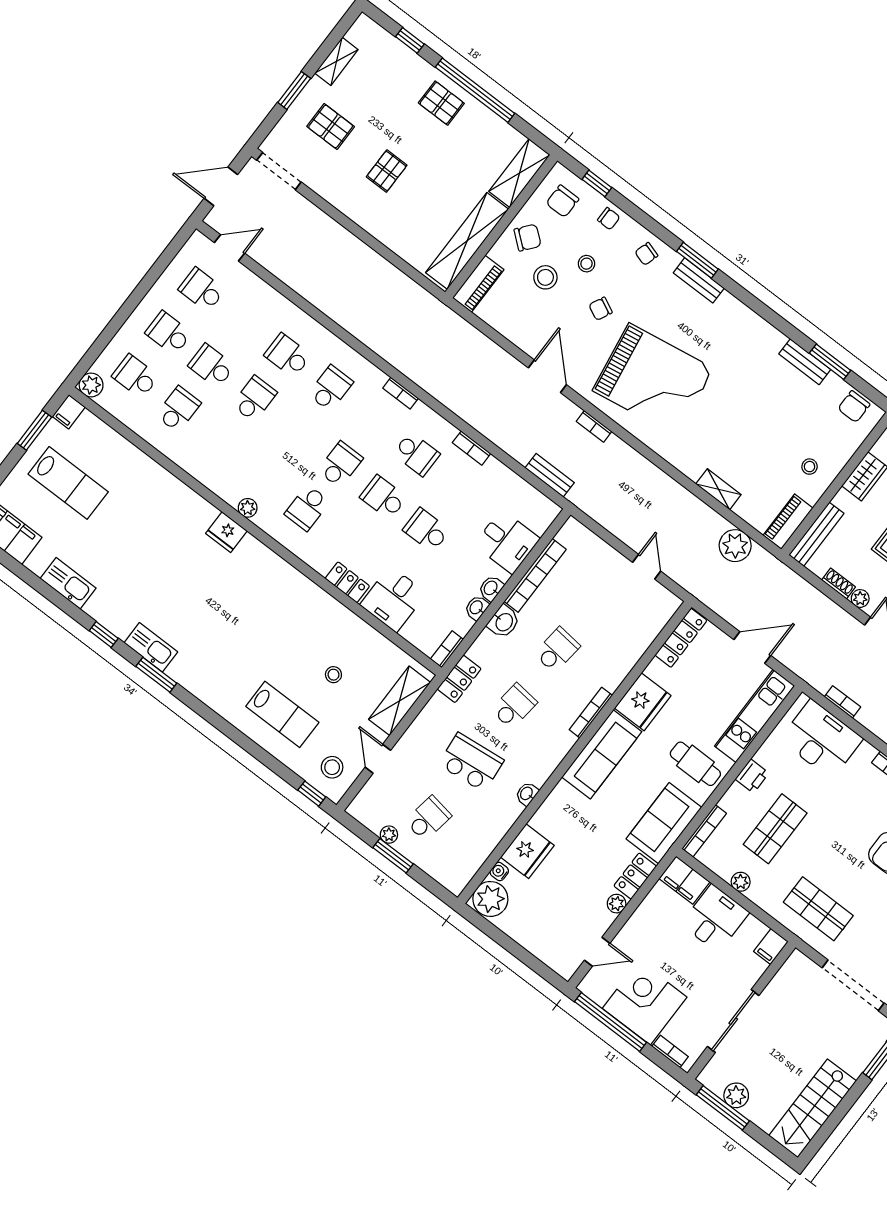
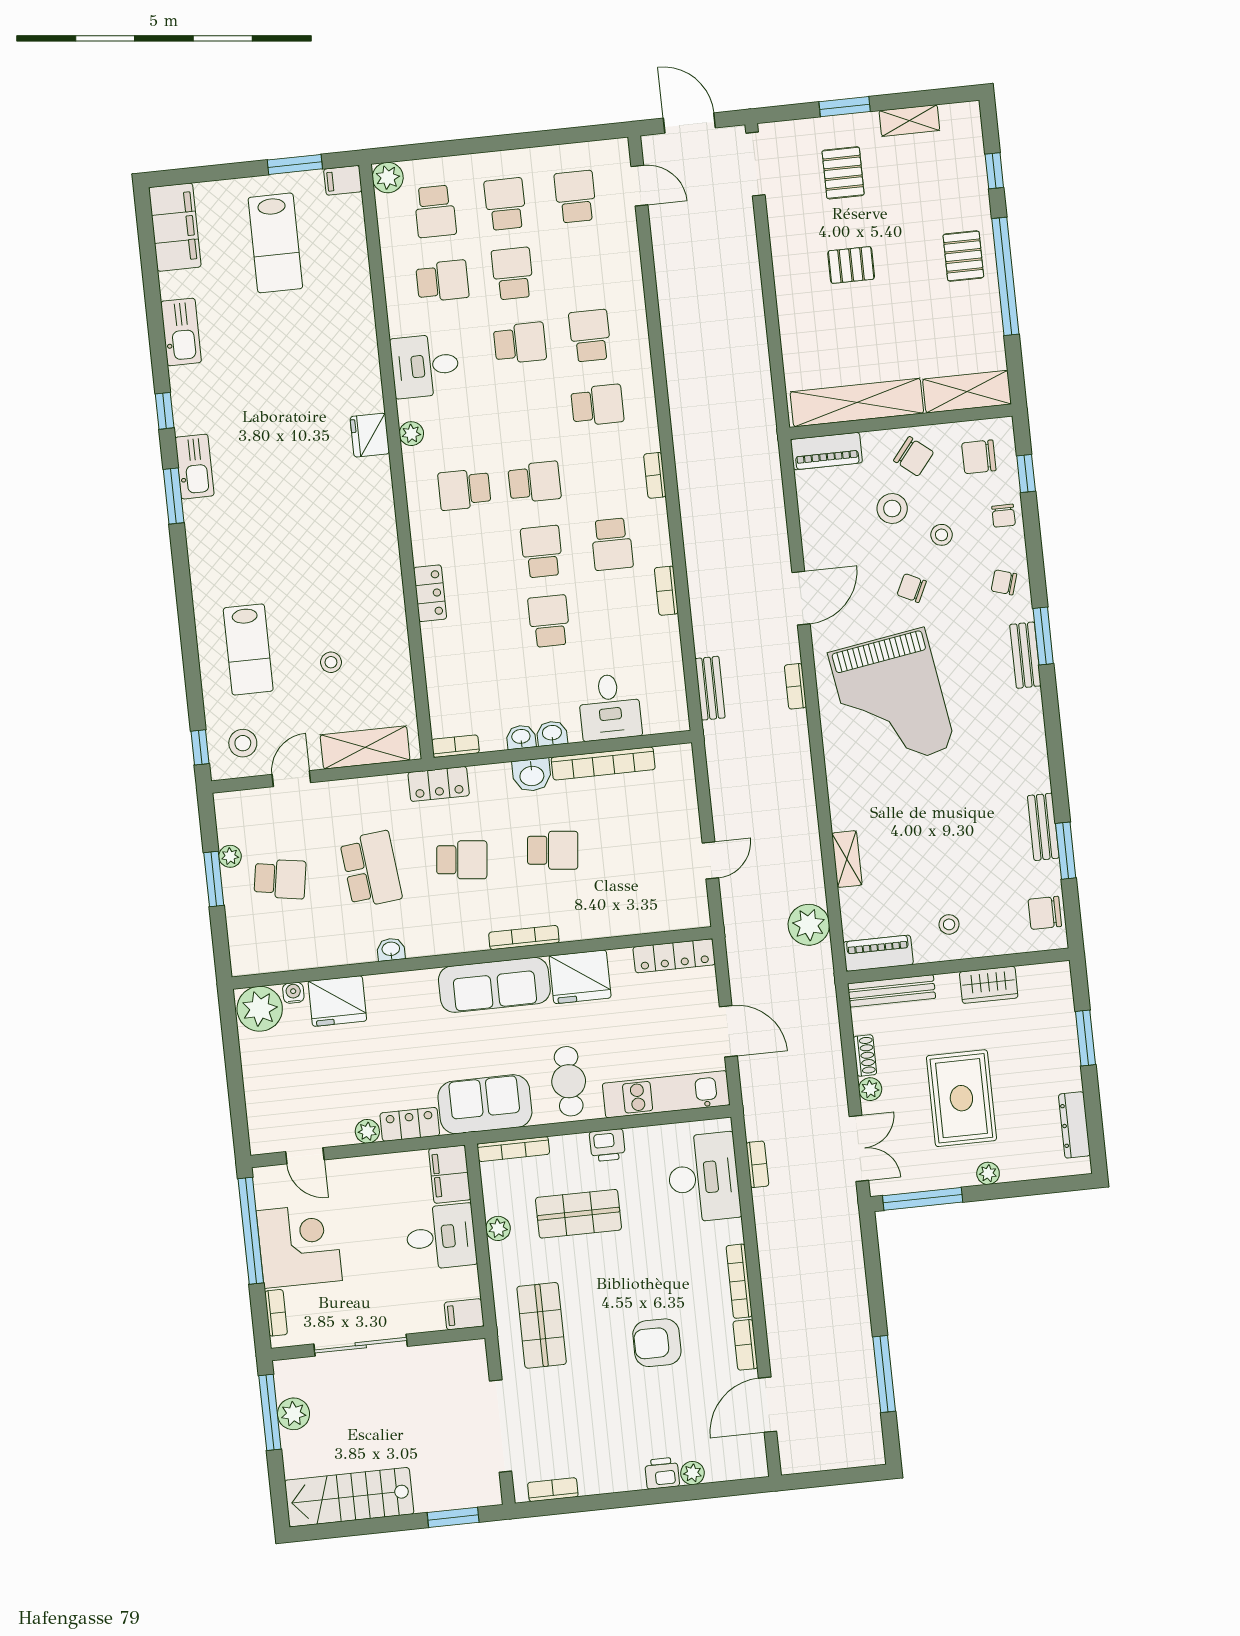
school desk: (135, 376) -> (435, 211), turned 180
desk: (393, 599) -> (425, 366), moved

